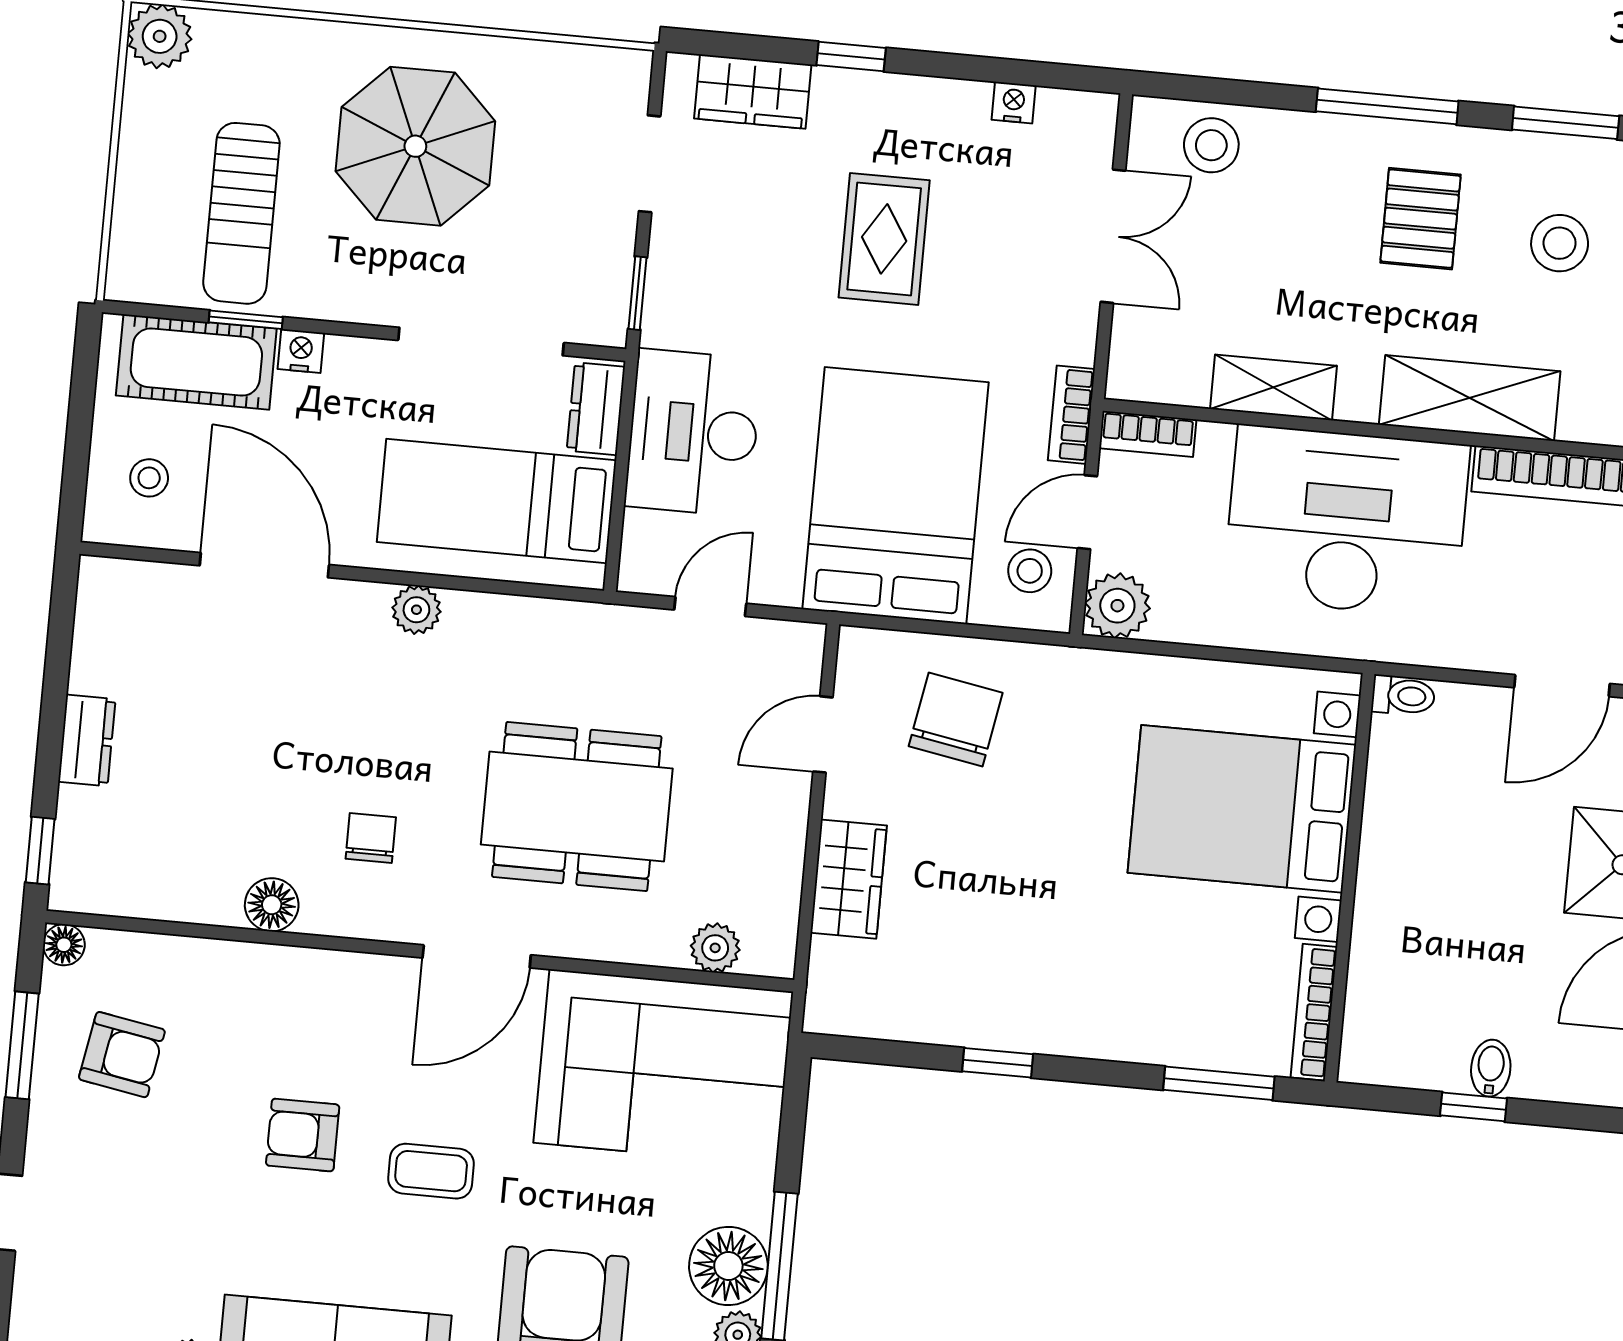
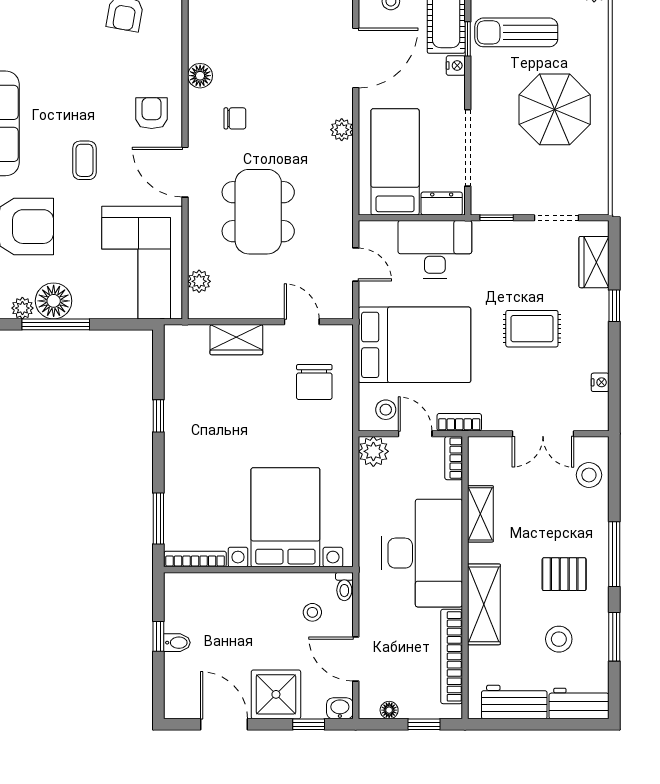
chair: (956, 720) -> (314, 382), turned 80
stool: (1452, 770) -> (312, 612), added
armchair: (303, 1135) -> (152, 113), moved

